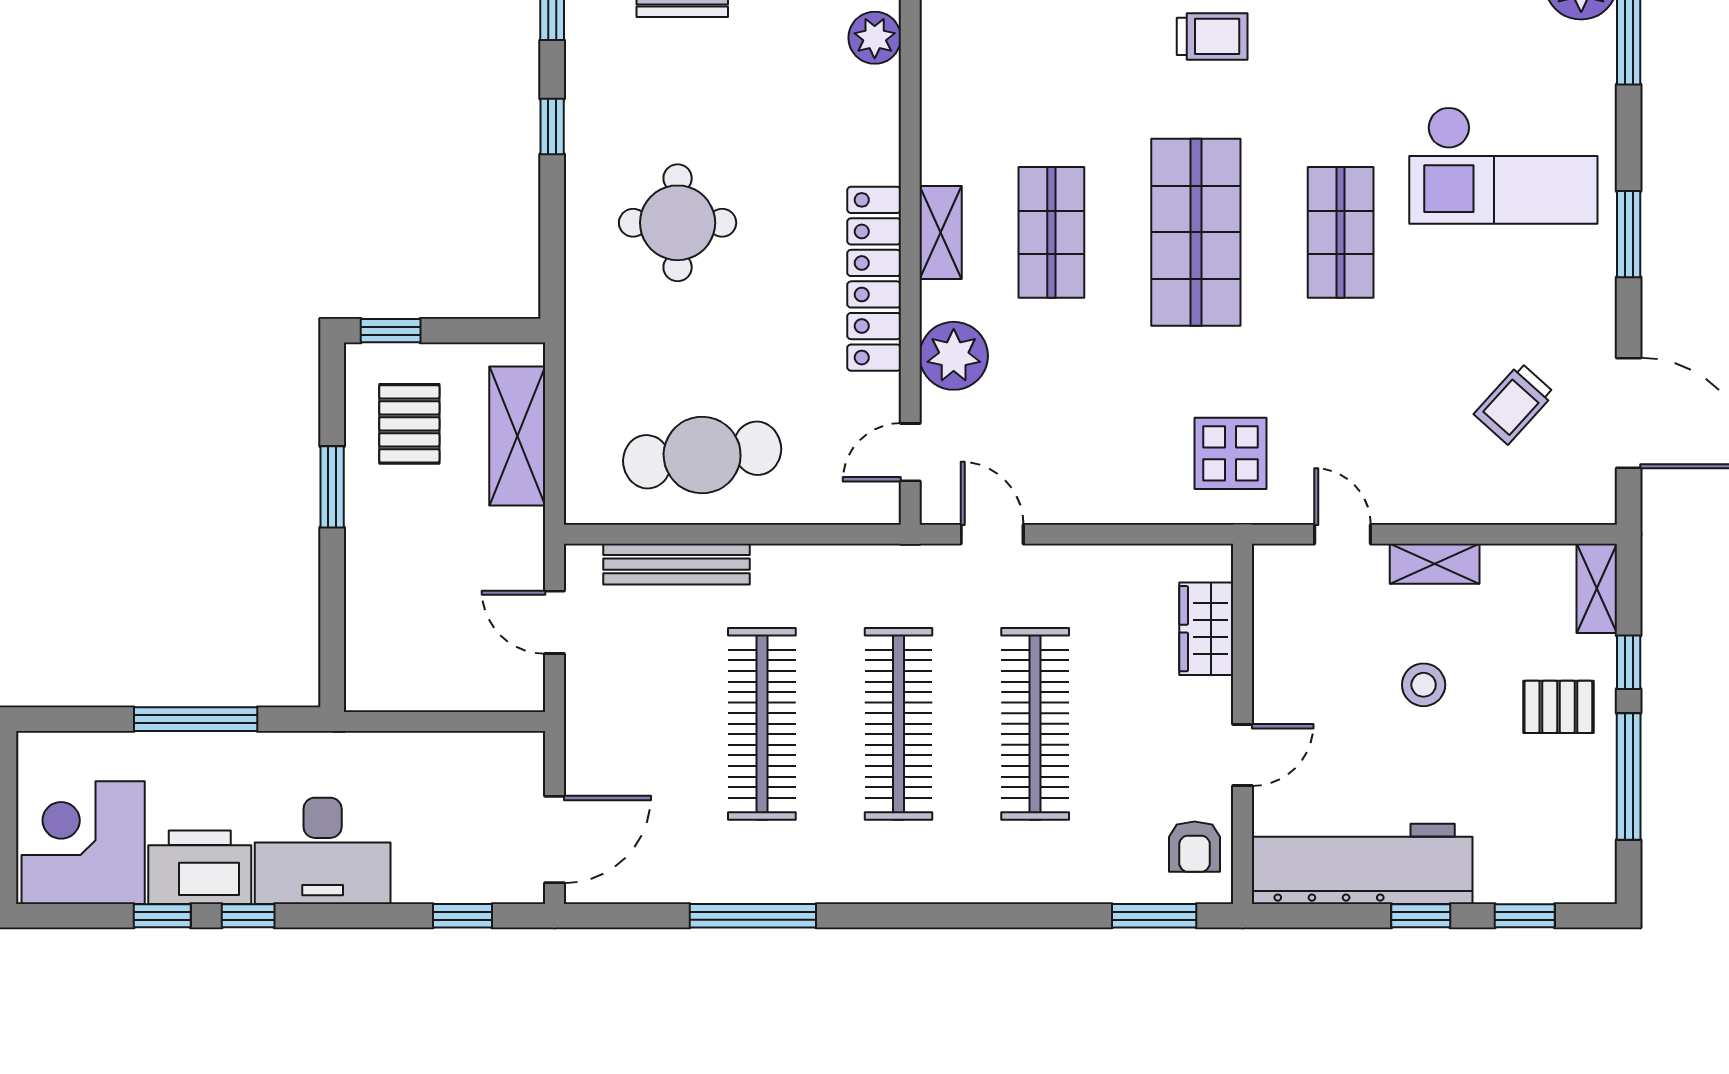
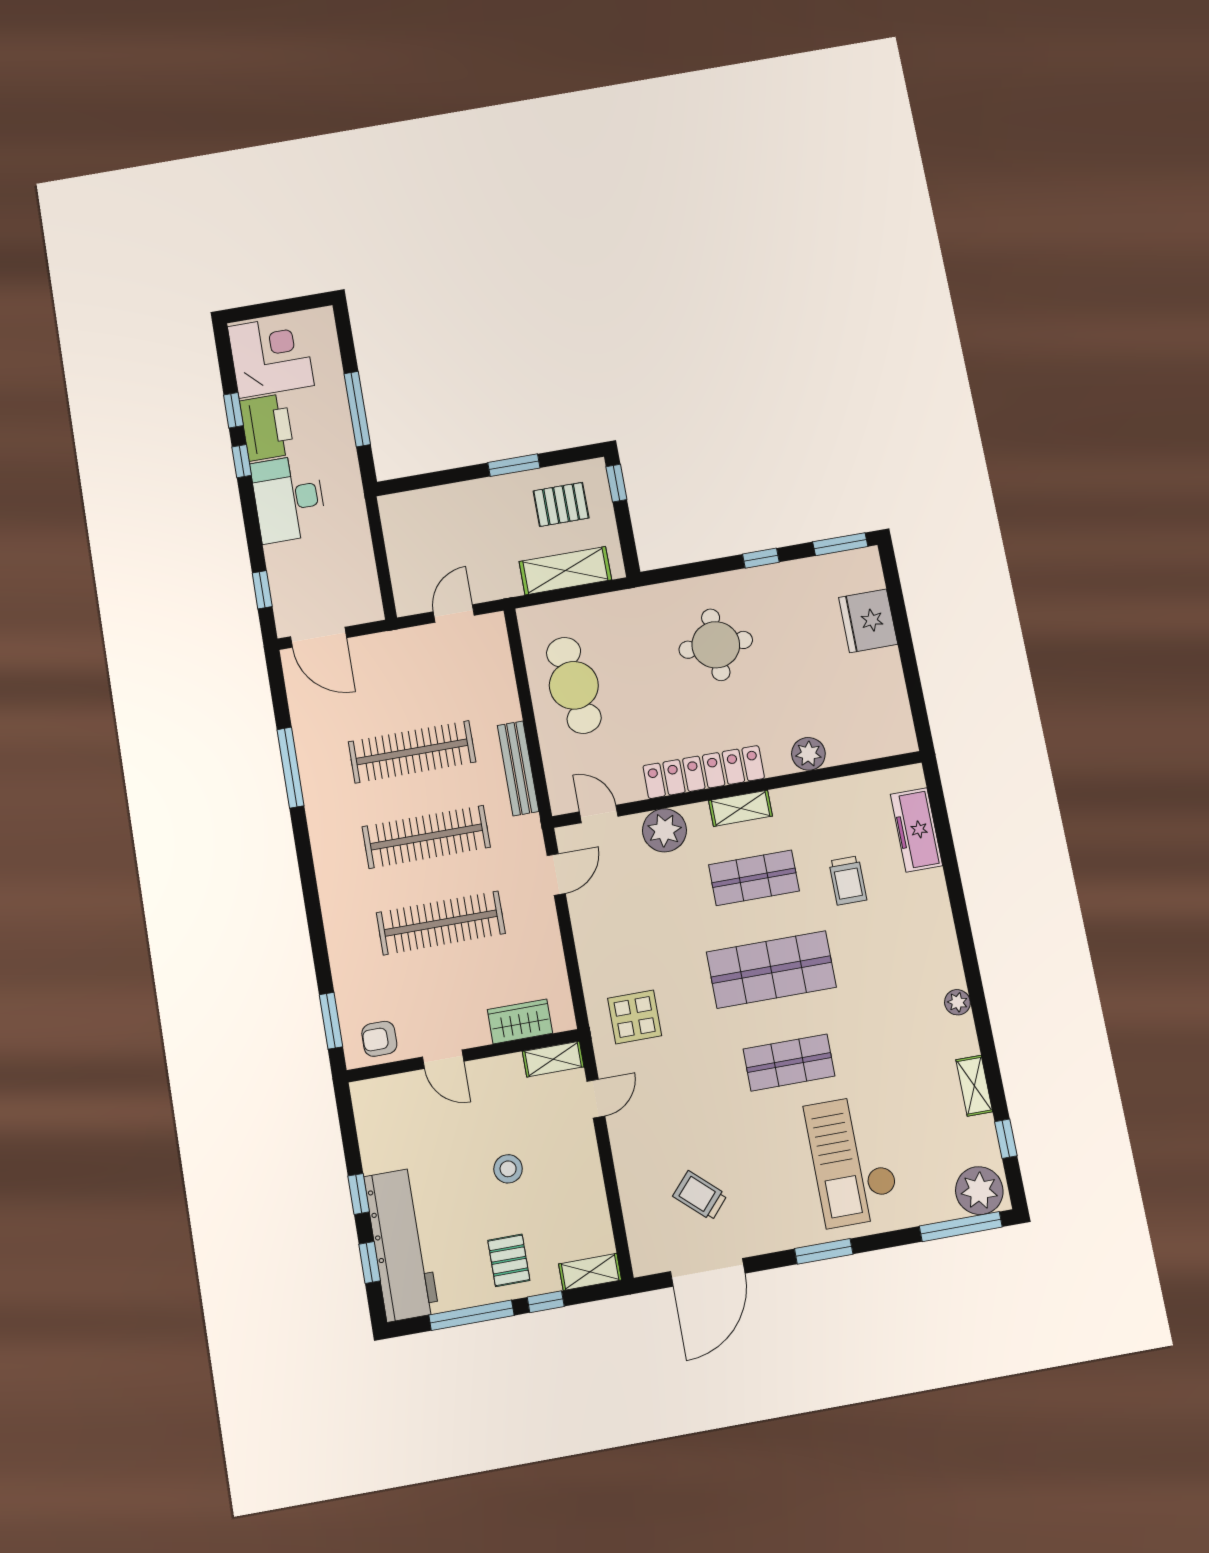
trolley: (1212, 36) -> (848, 880), moved
plant: (875, 38) -> (808, 754), moved
bench: (677, 564) -> (518, 768), moved
shelving: (1435, 564) -> (553, 1059), moved, turned 90
workbench: (1362, 864) -> (401, 1245), moved

